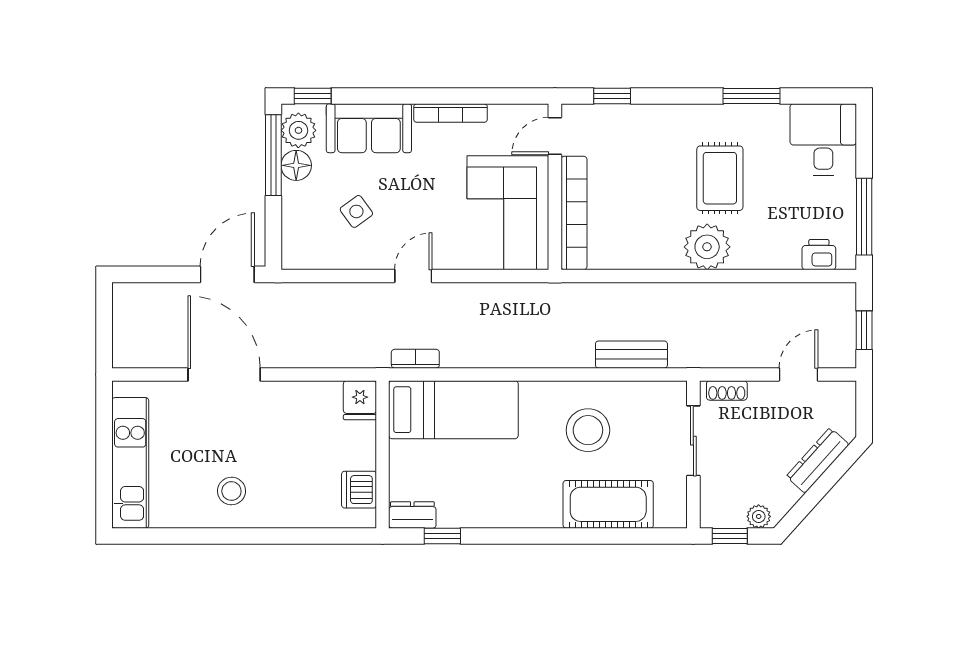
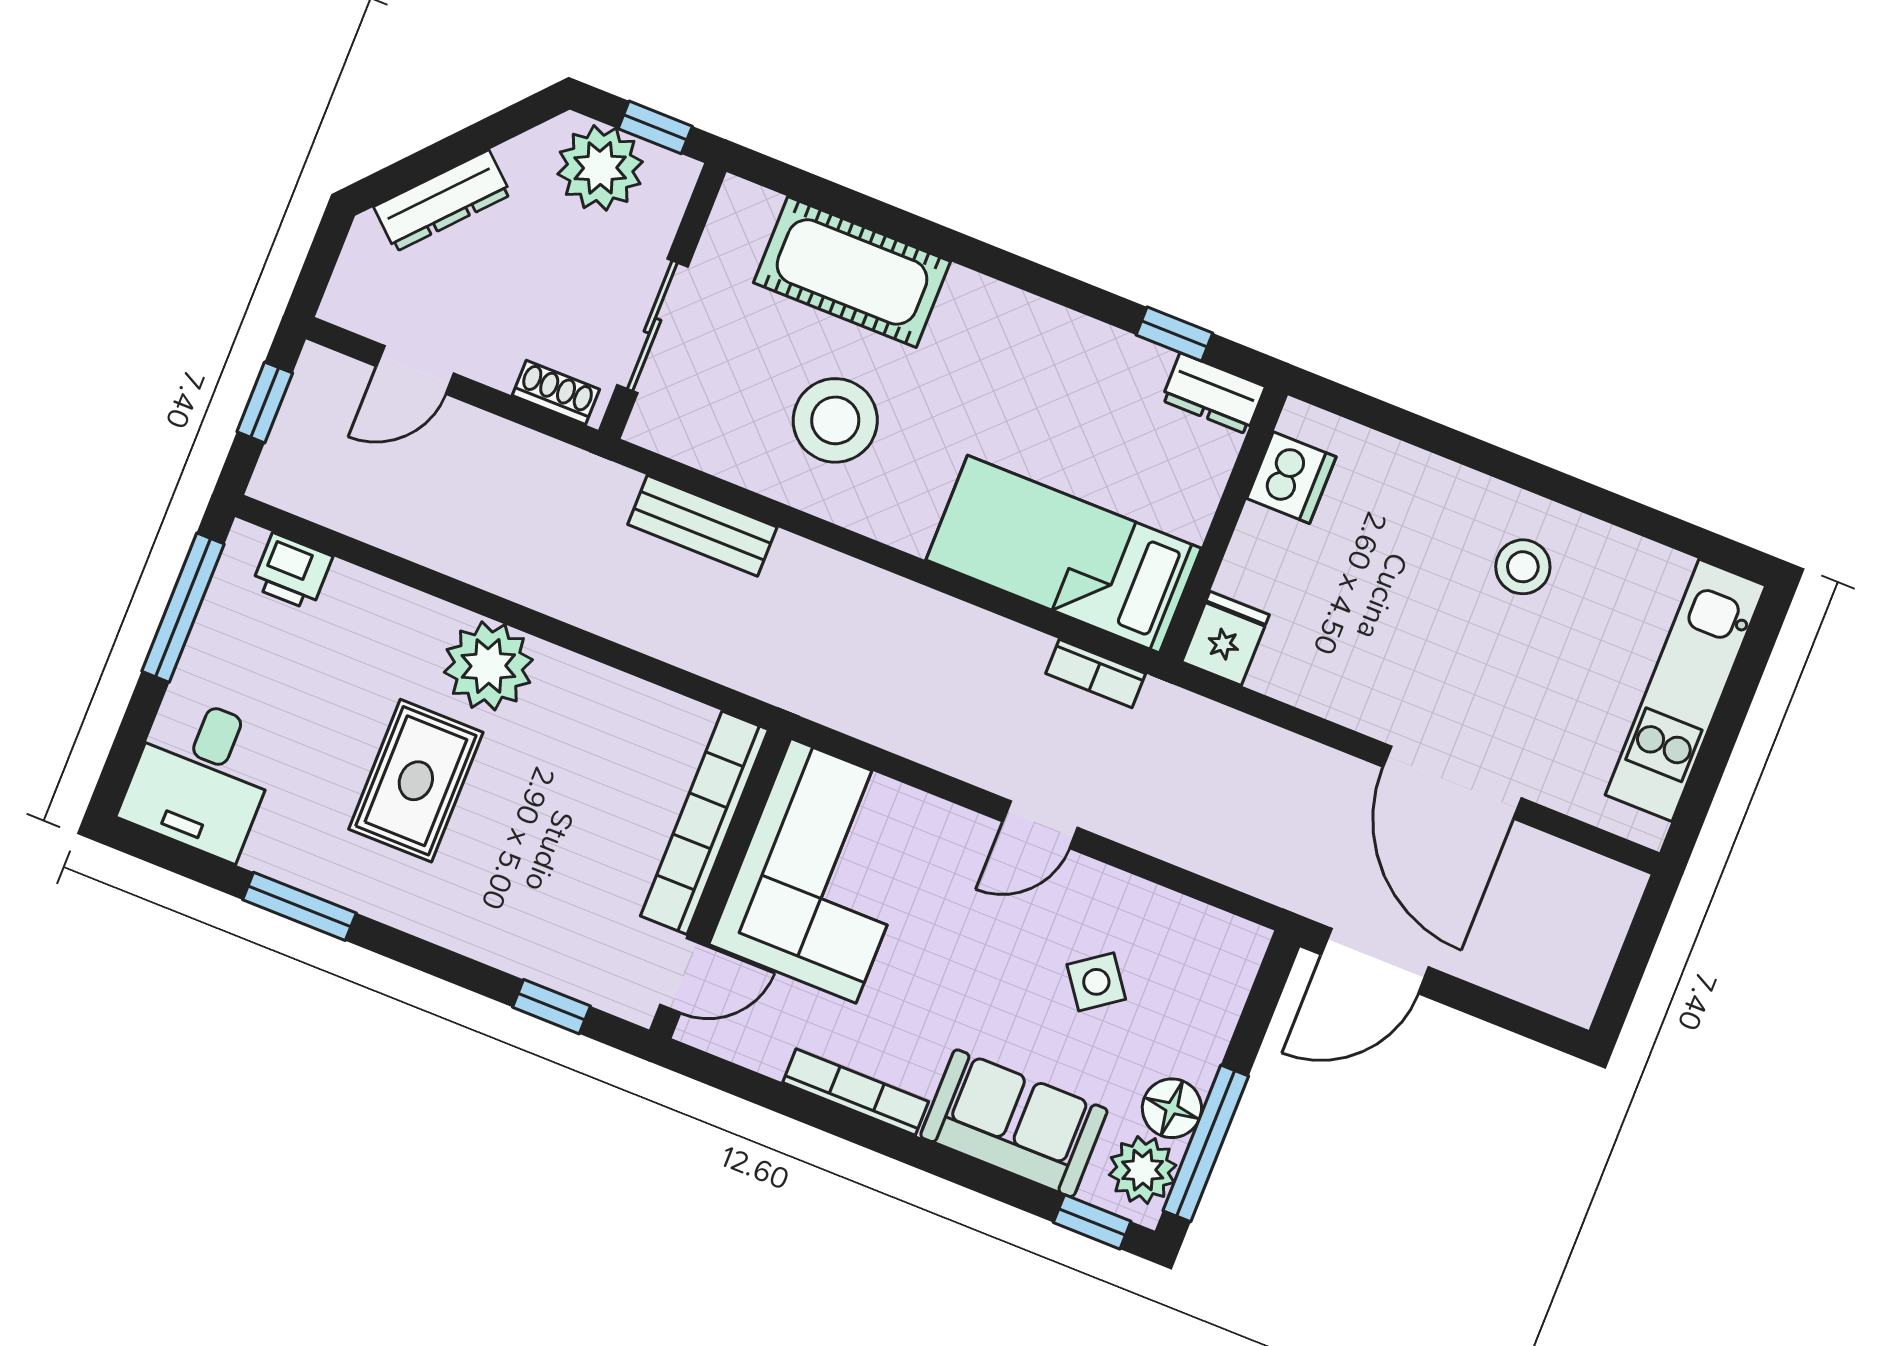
plant: (759, 516) -> (600, 168), width x1.88, depth x1.88

